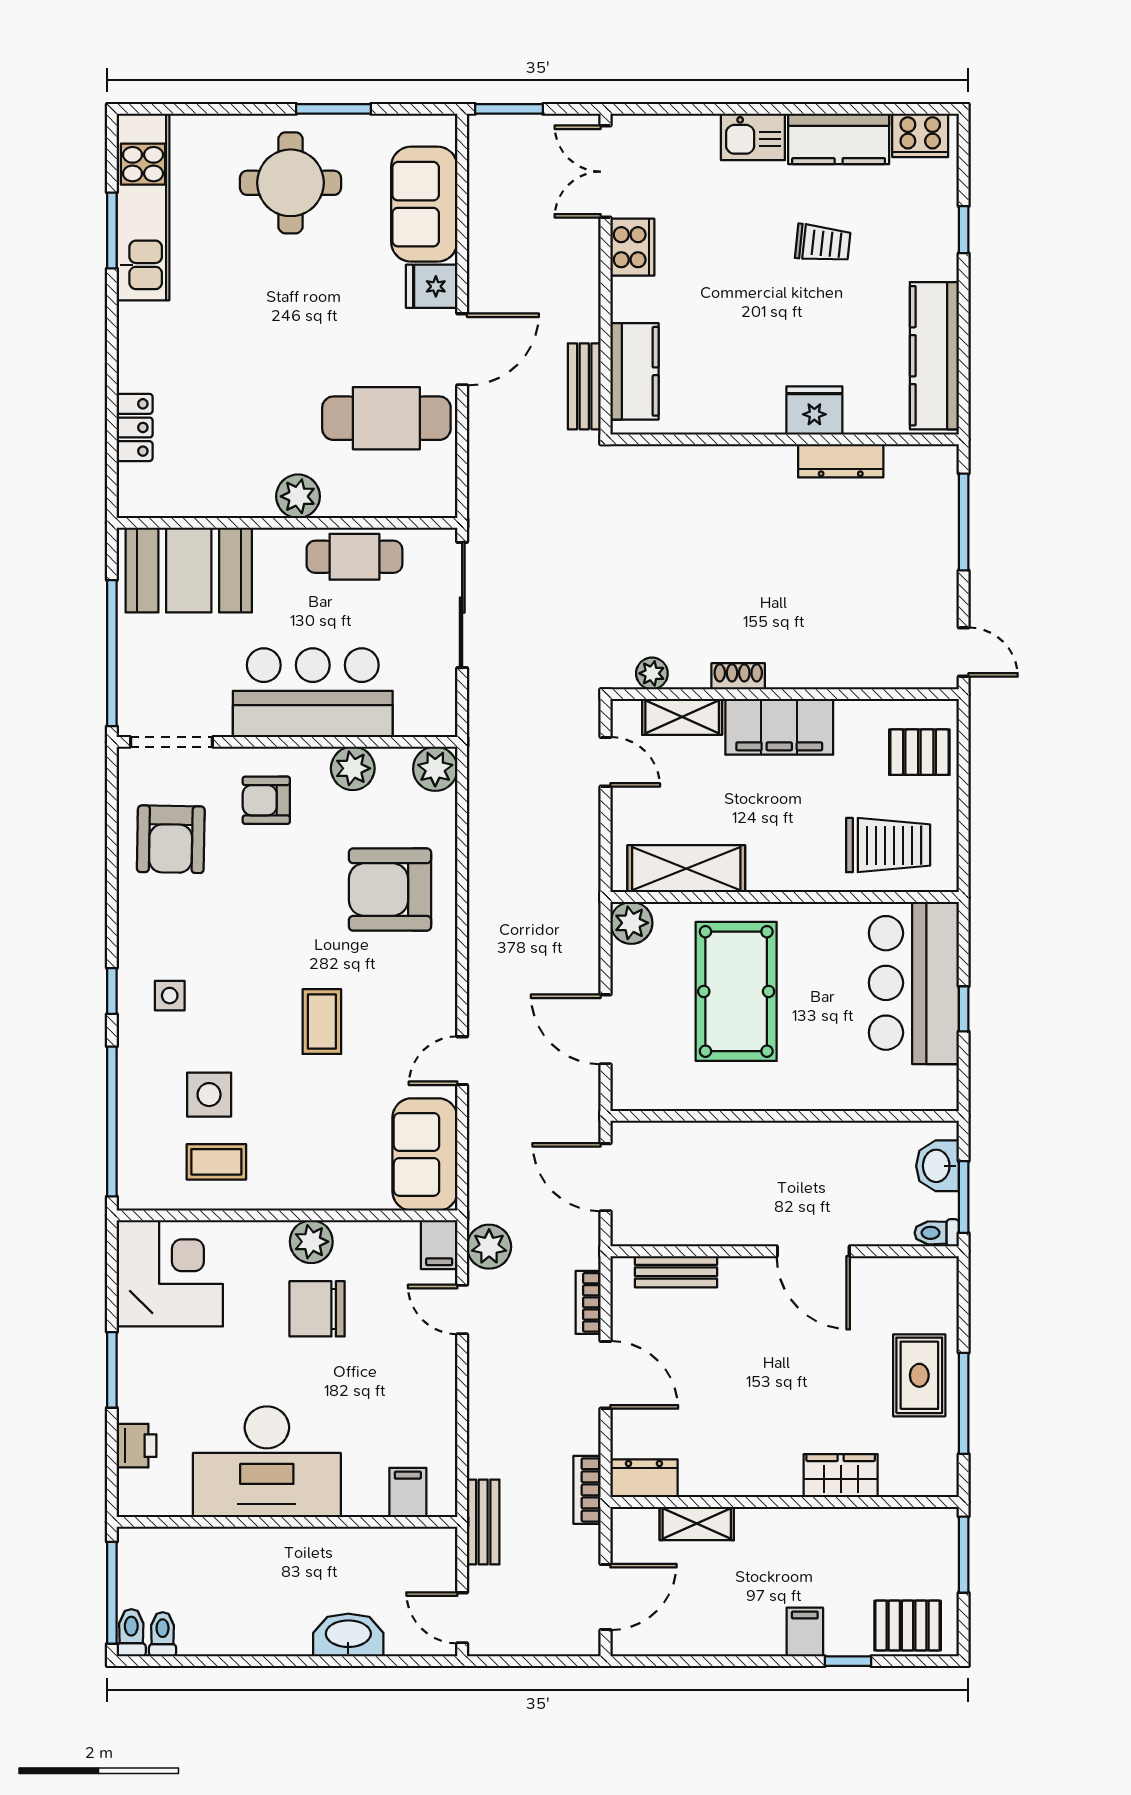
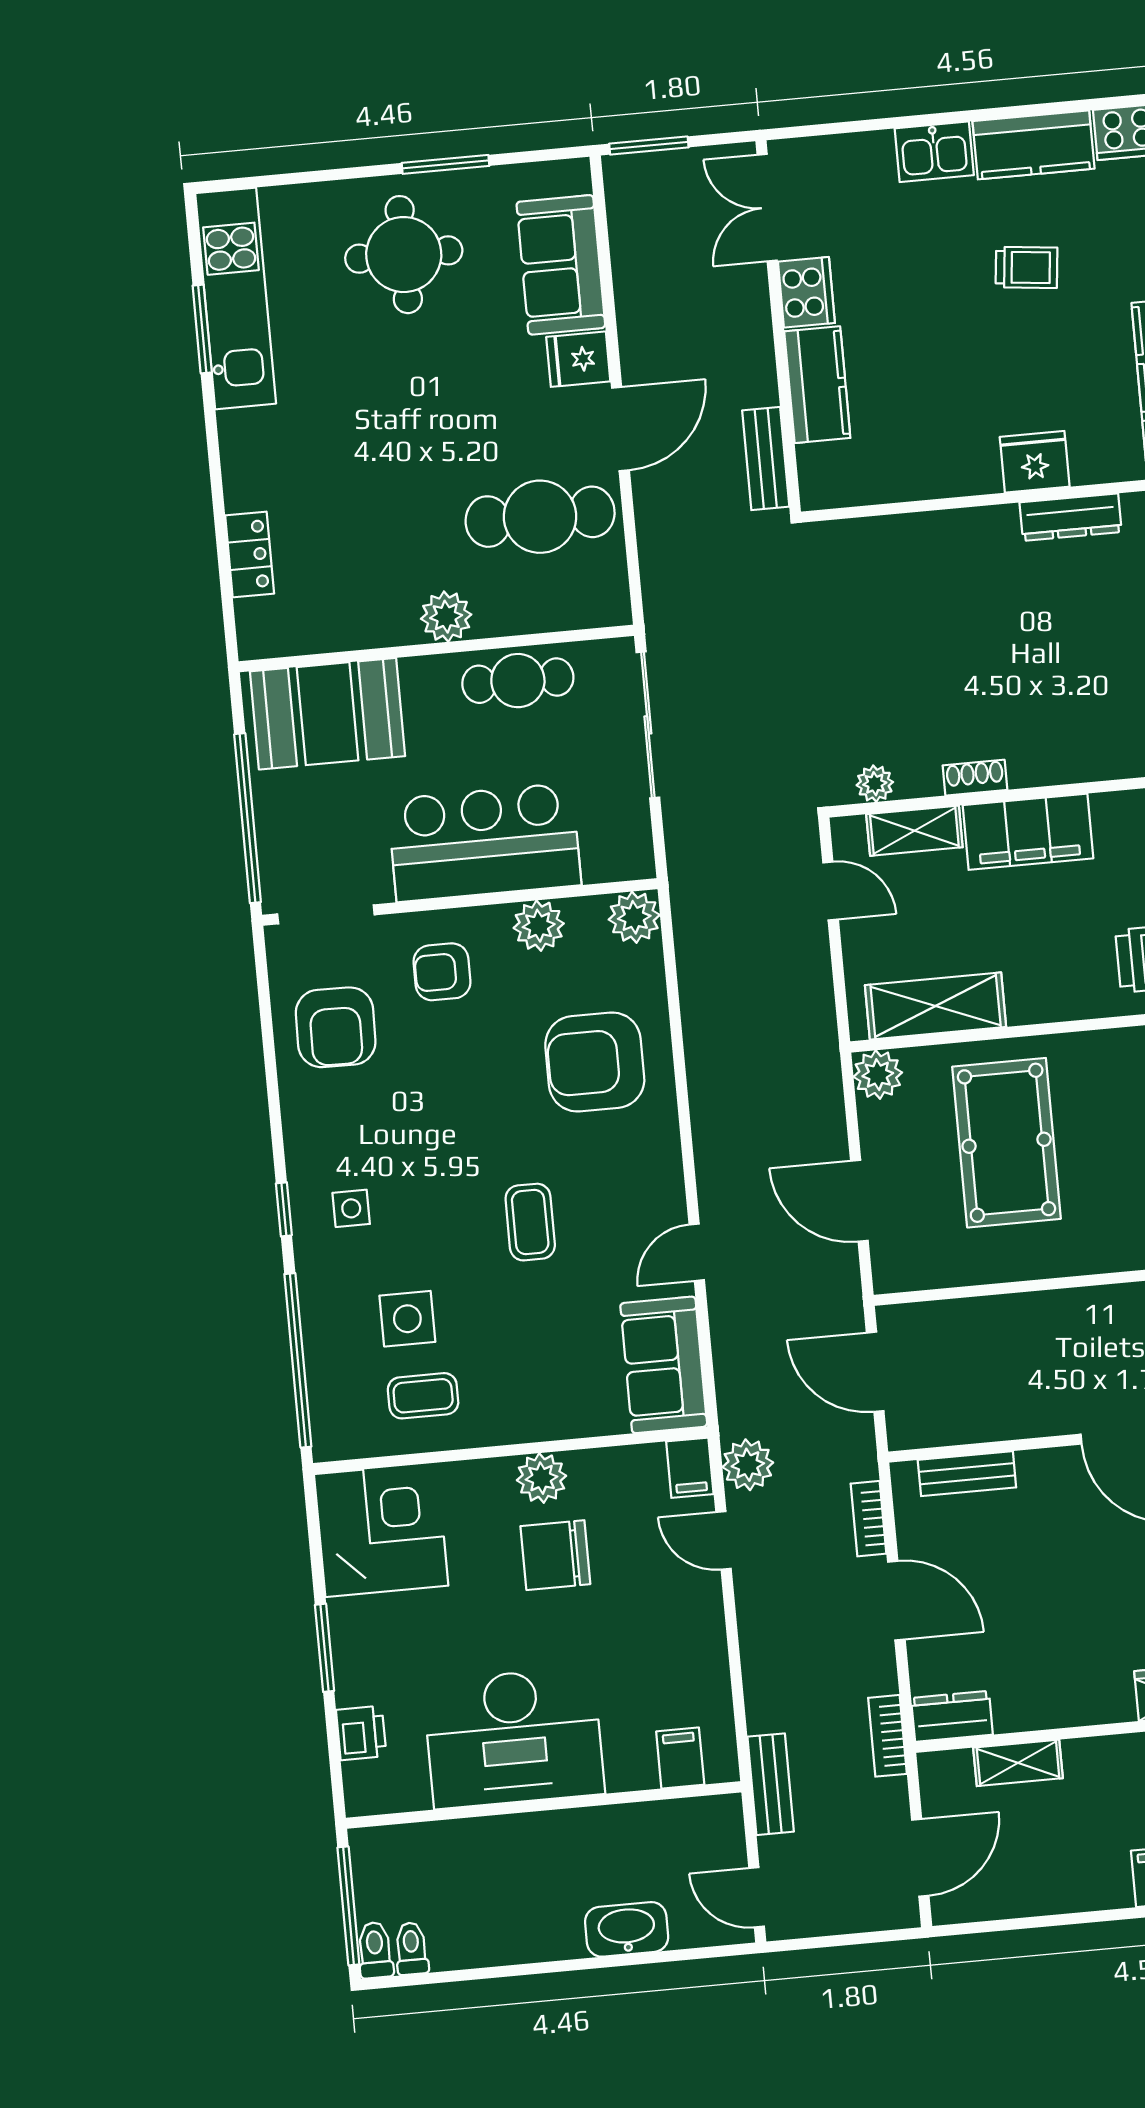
kitchen counter: (634, 371) -> (817, 385), moved

